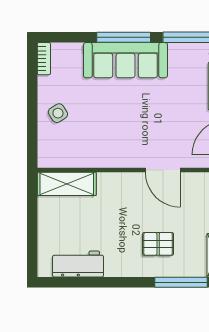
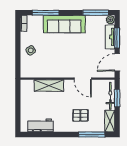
window: (124, 37) -> (46, 13), moved
shelving: (67, 184) -> (49, 86), moved

